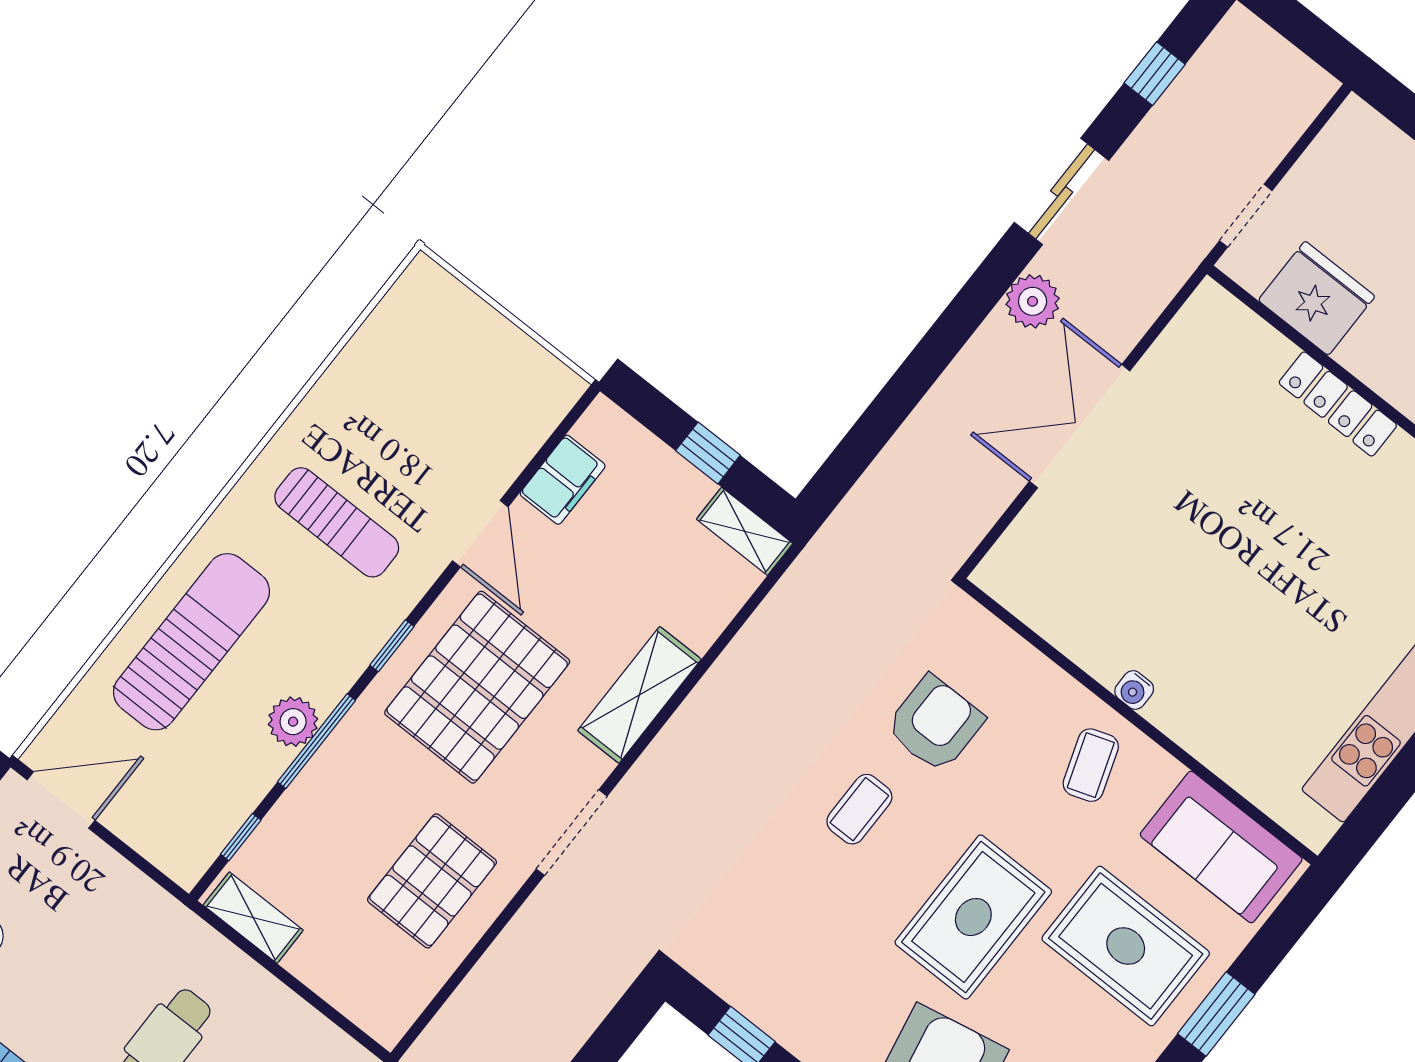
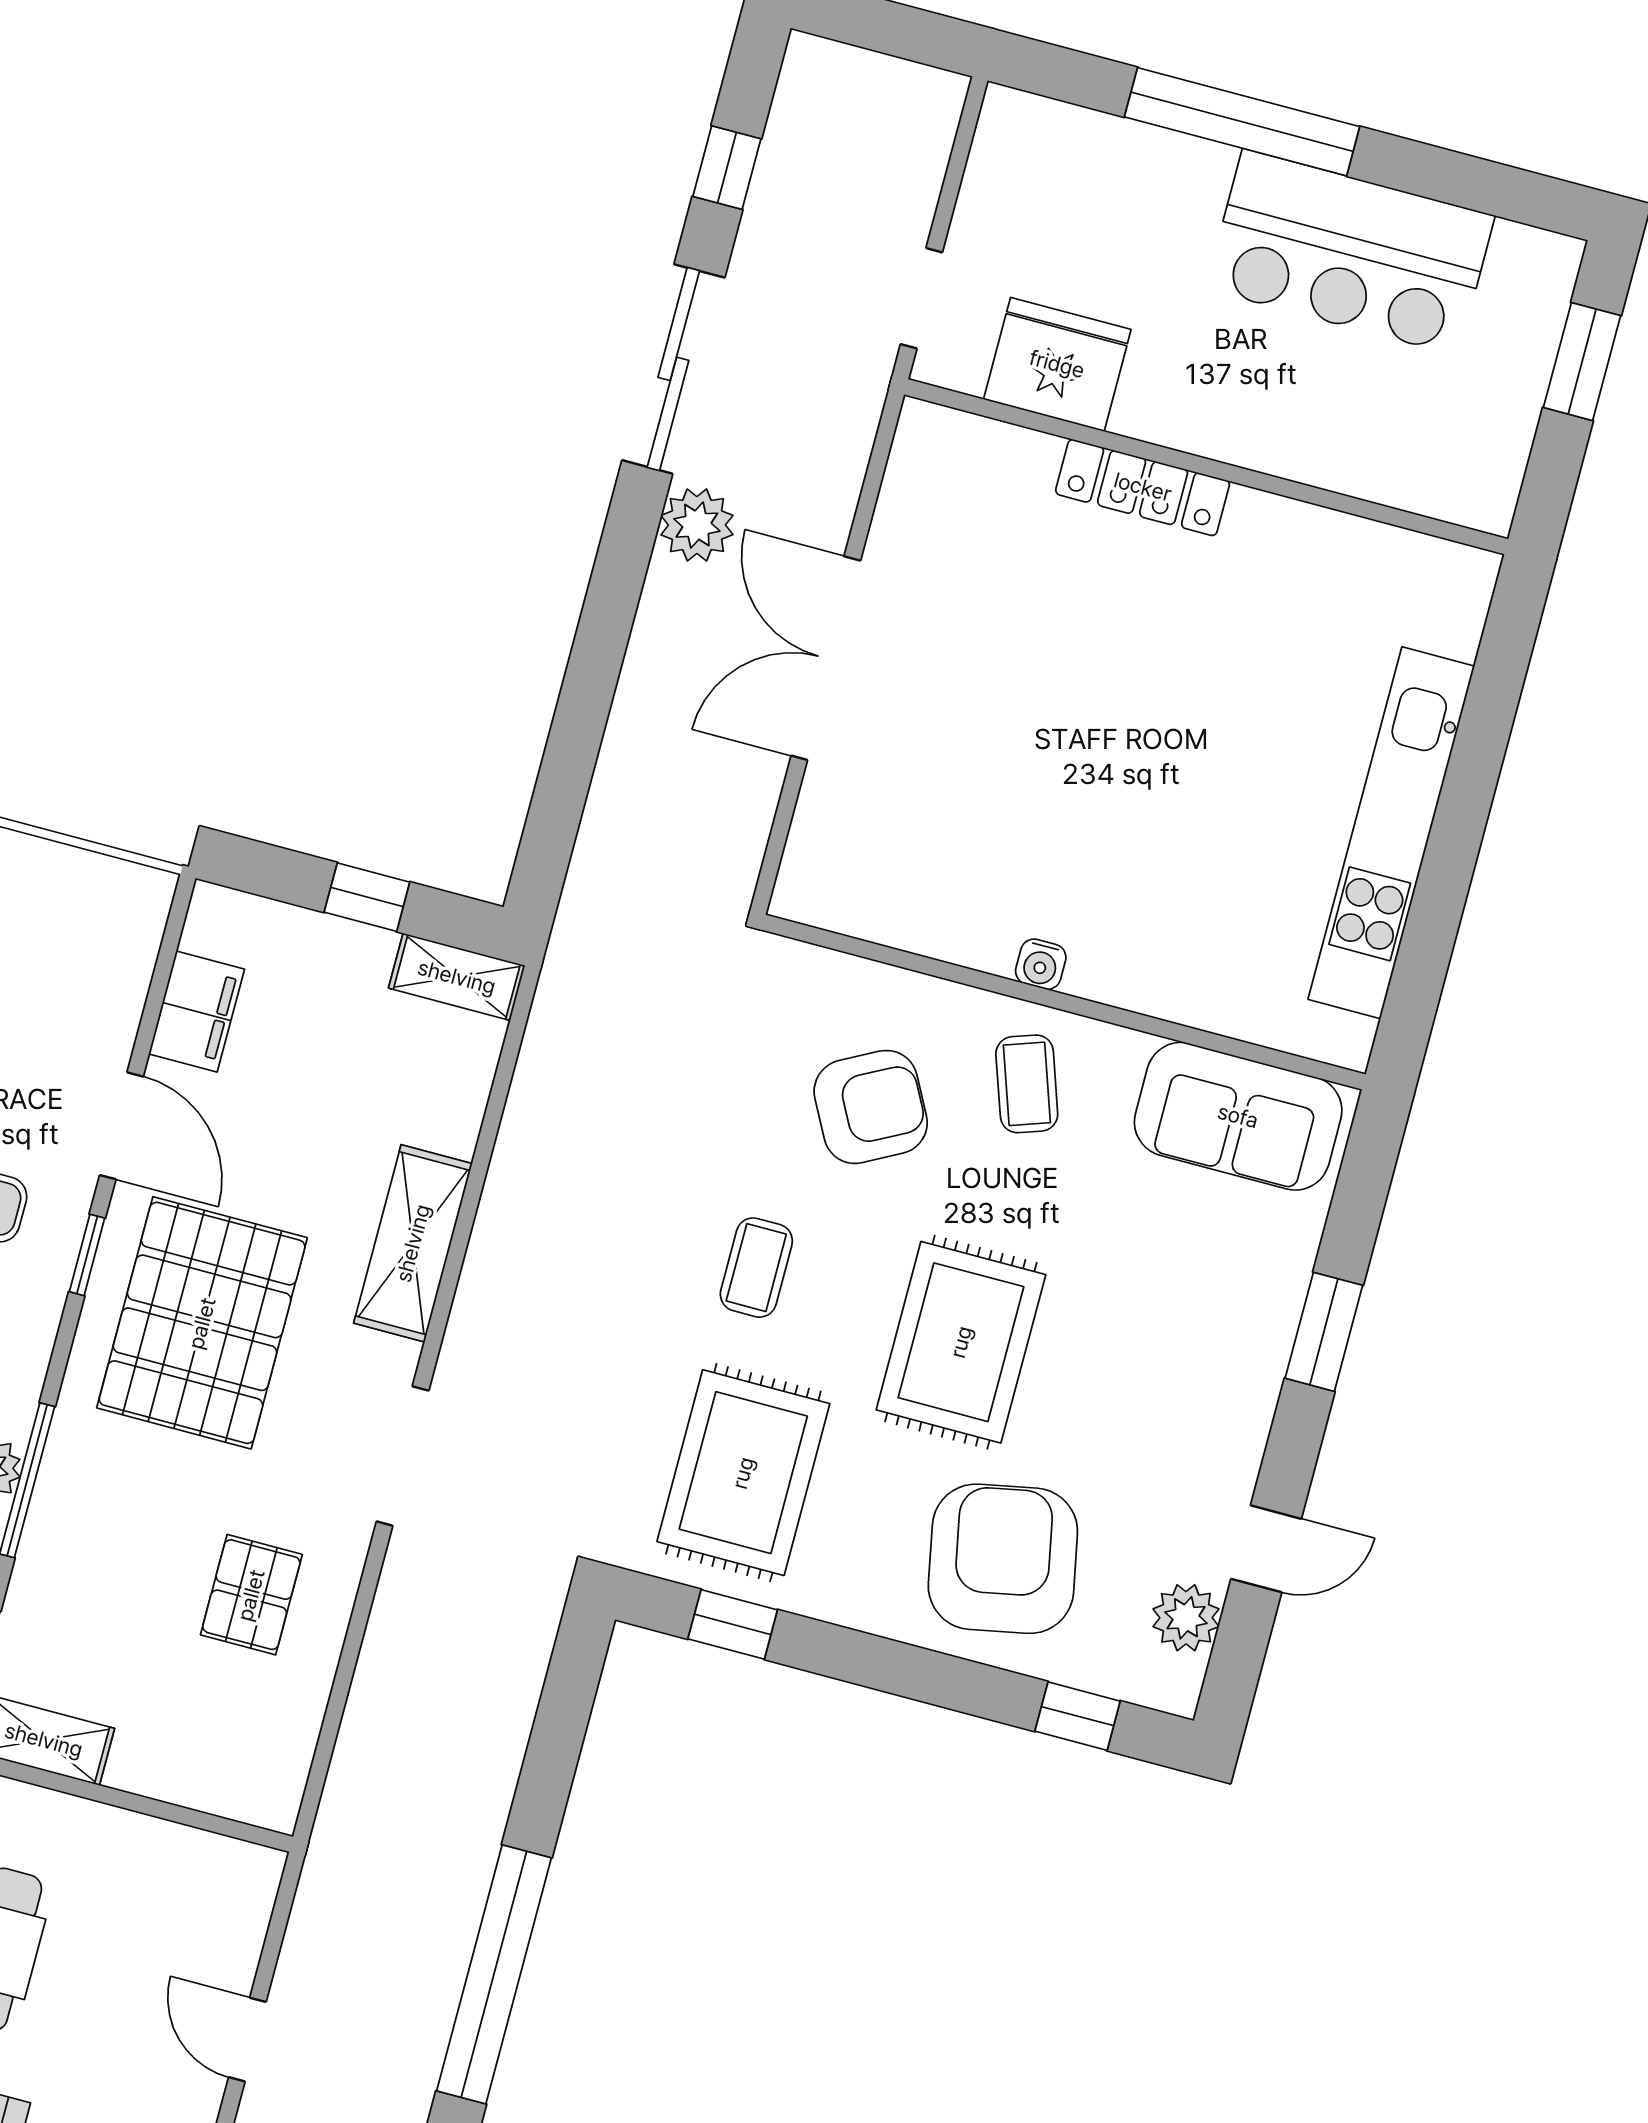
sliding door: (1062, 191) -> (673, 369), width x1.37
window: (392, 646) -> (87, 1255), moved
armchair: (935, 724) -> (871, 1107), moved, turned 62
pallet: (432, 881) -> (251, 1595), width x0.67, depth x0.71
rug: (1126, 946) -> (743, 1473), moved, turned 90

